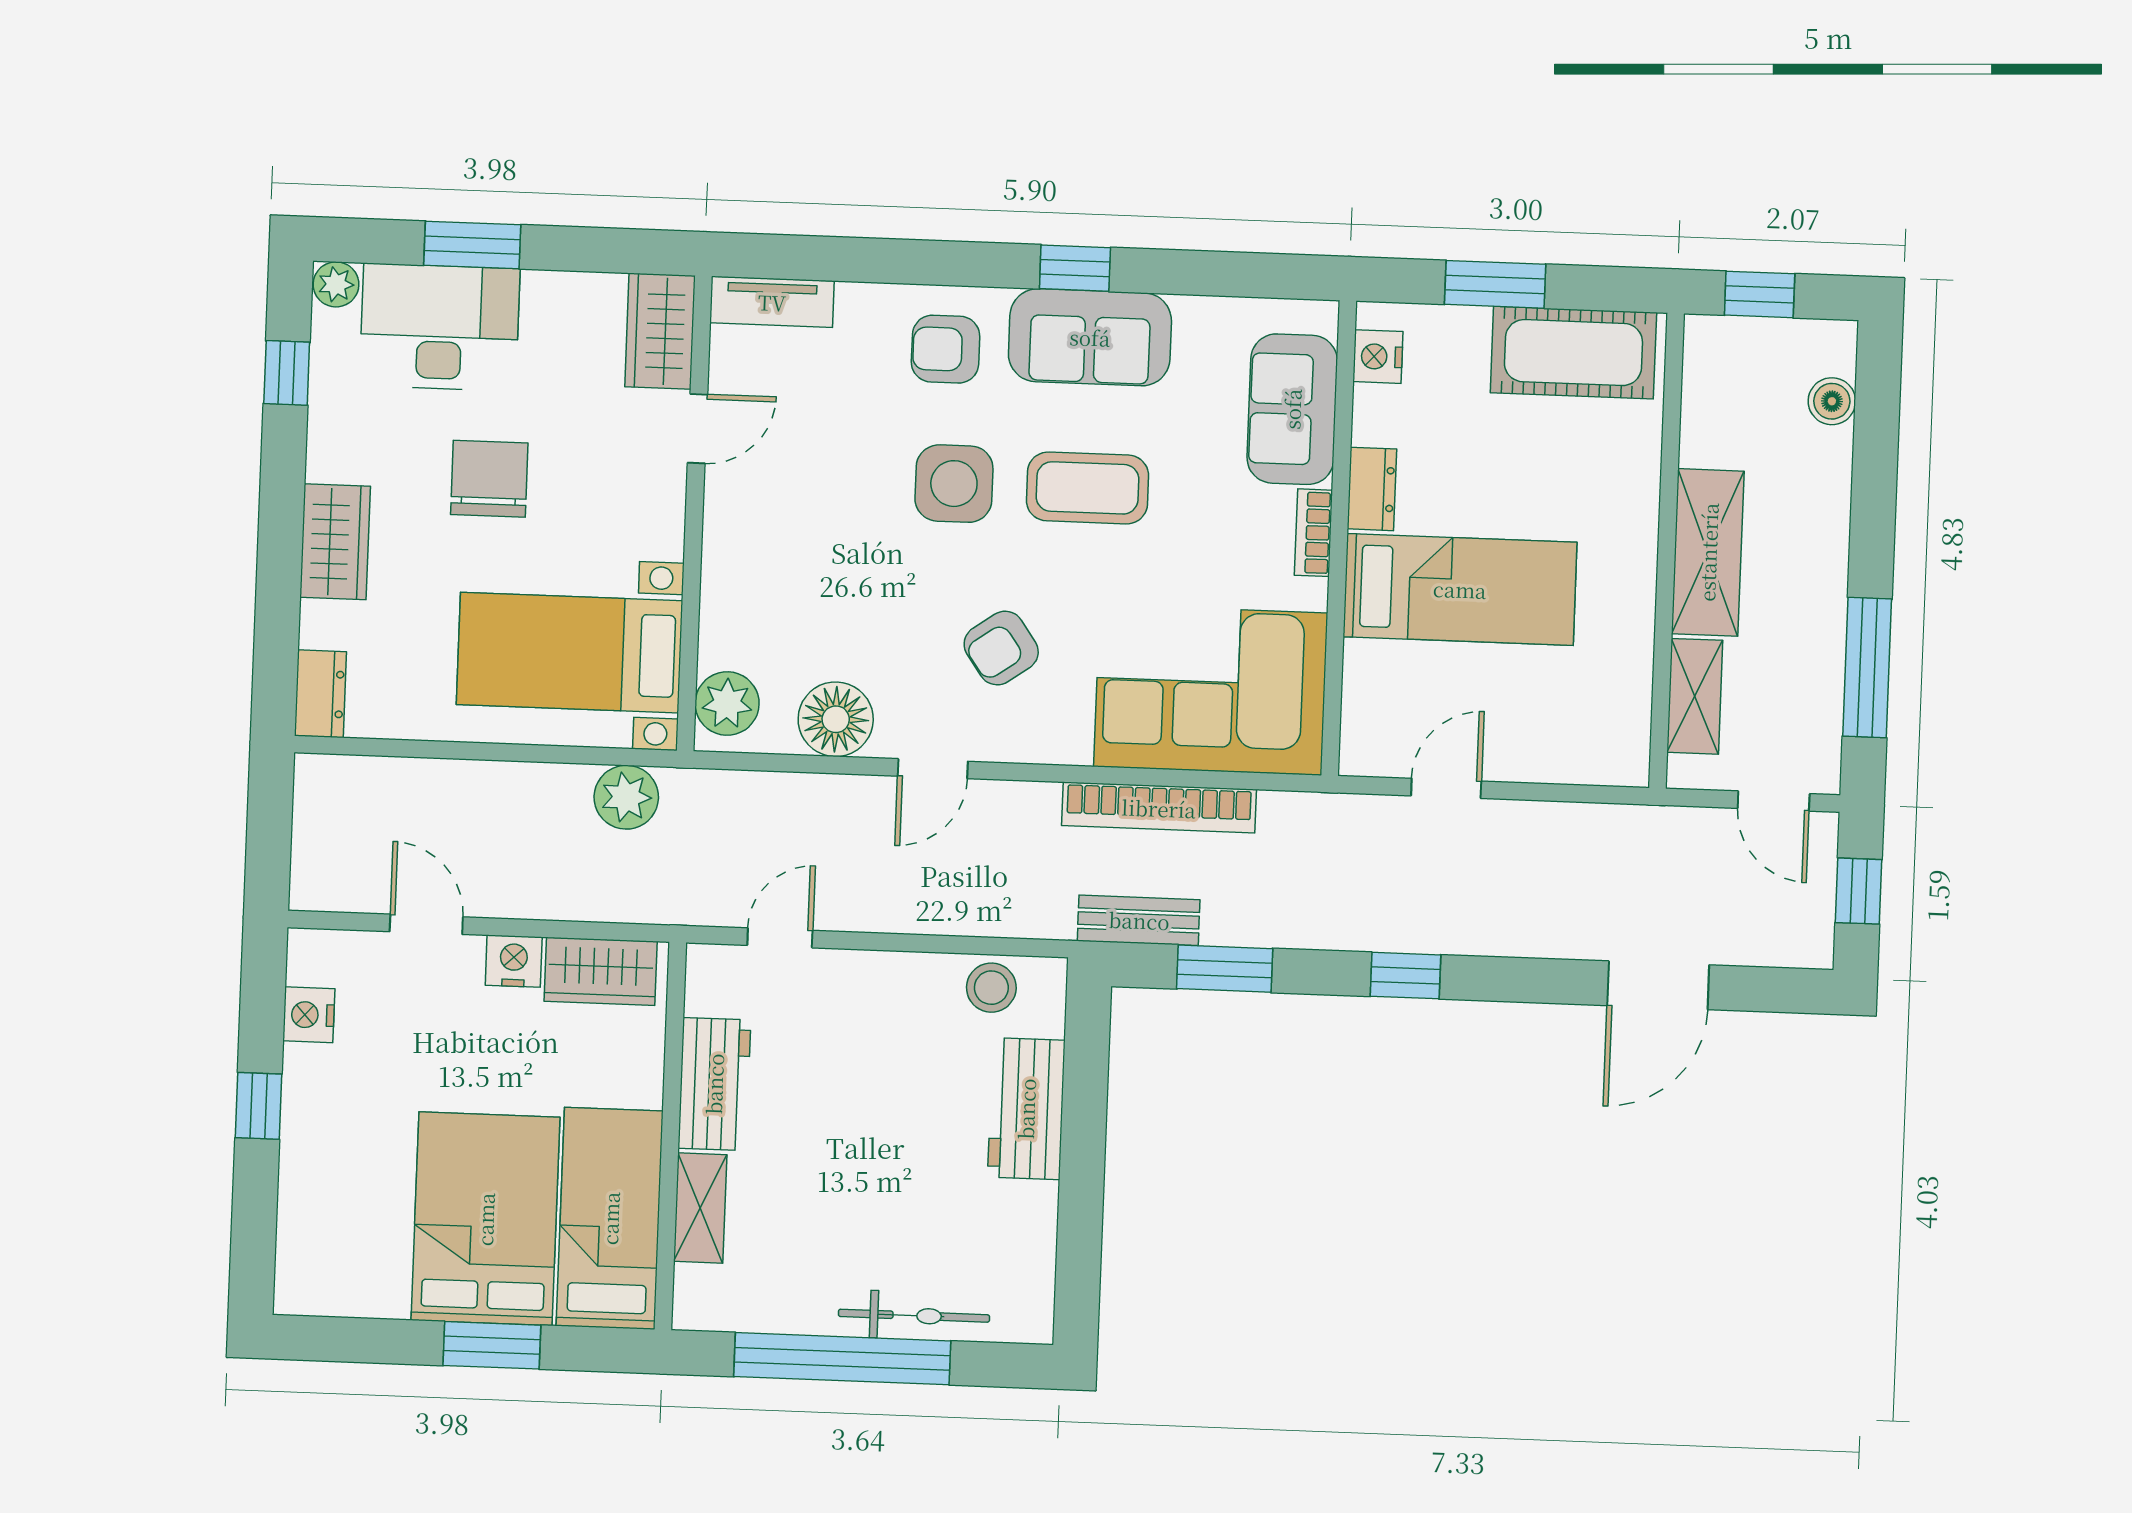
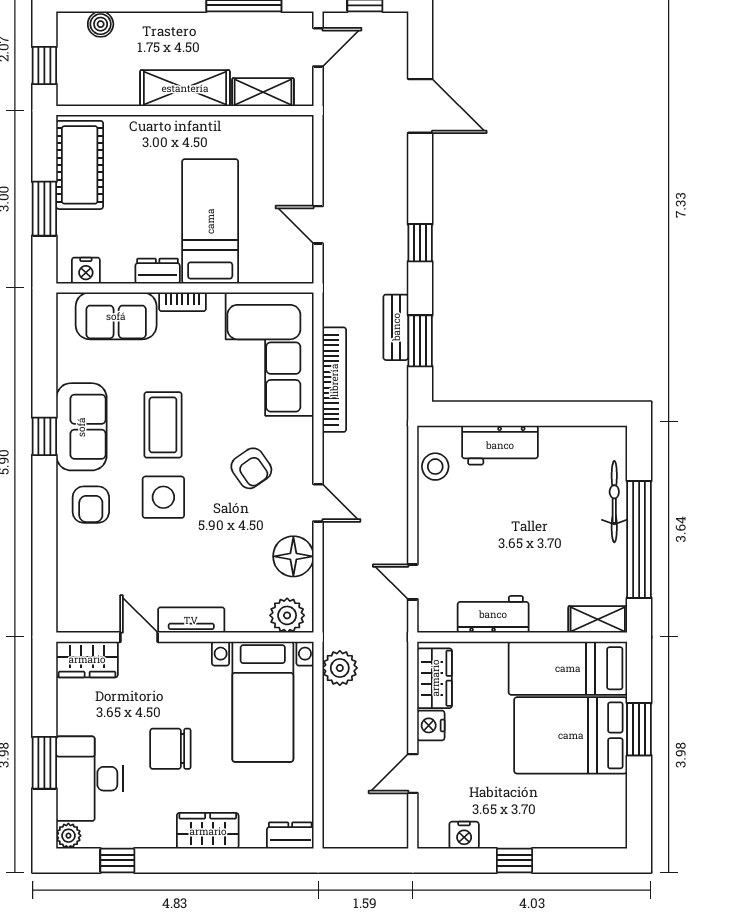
tv unit: (772, 302) -> (191, 620), moved, turned -90
bench: (1139, 920) -> (396, 327), moved
shelving: (700, 1208) -> (598, 619), moved

